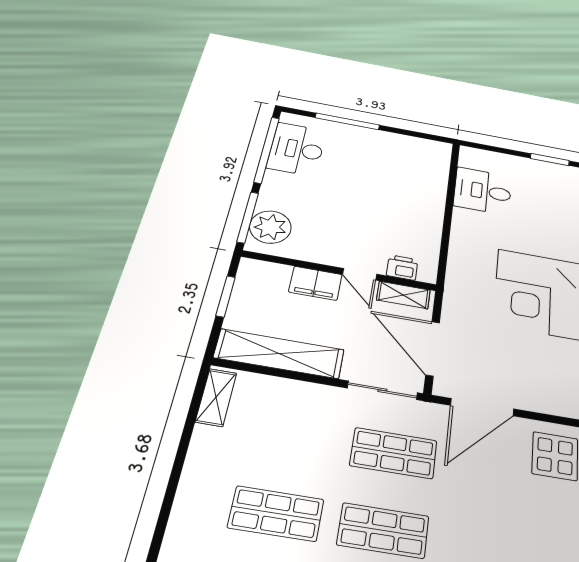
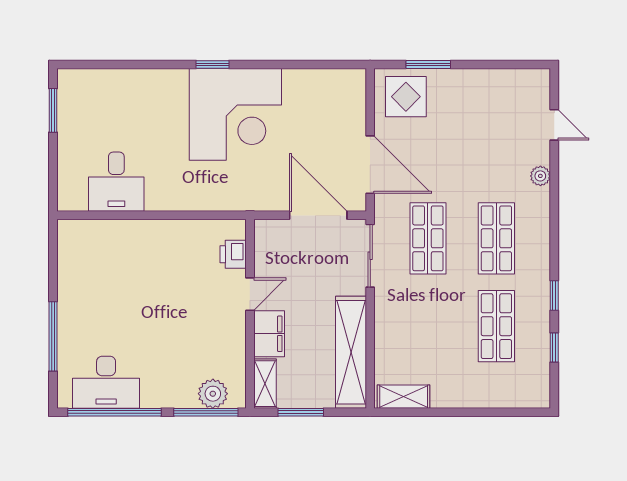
plant: (270, 227) -> (213, 394), width x0.73, depth x0.73
shelving: (403, 295) -> (265, 384), moved
door: (433, 348) -> (318, 215), swing flipped

